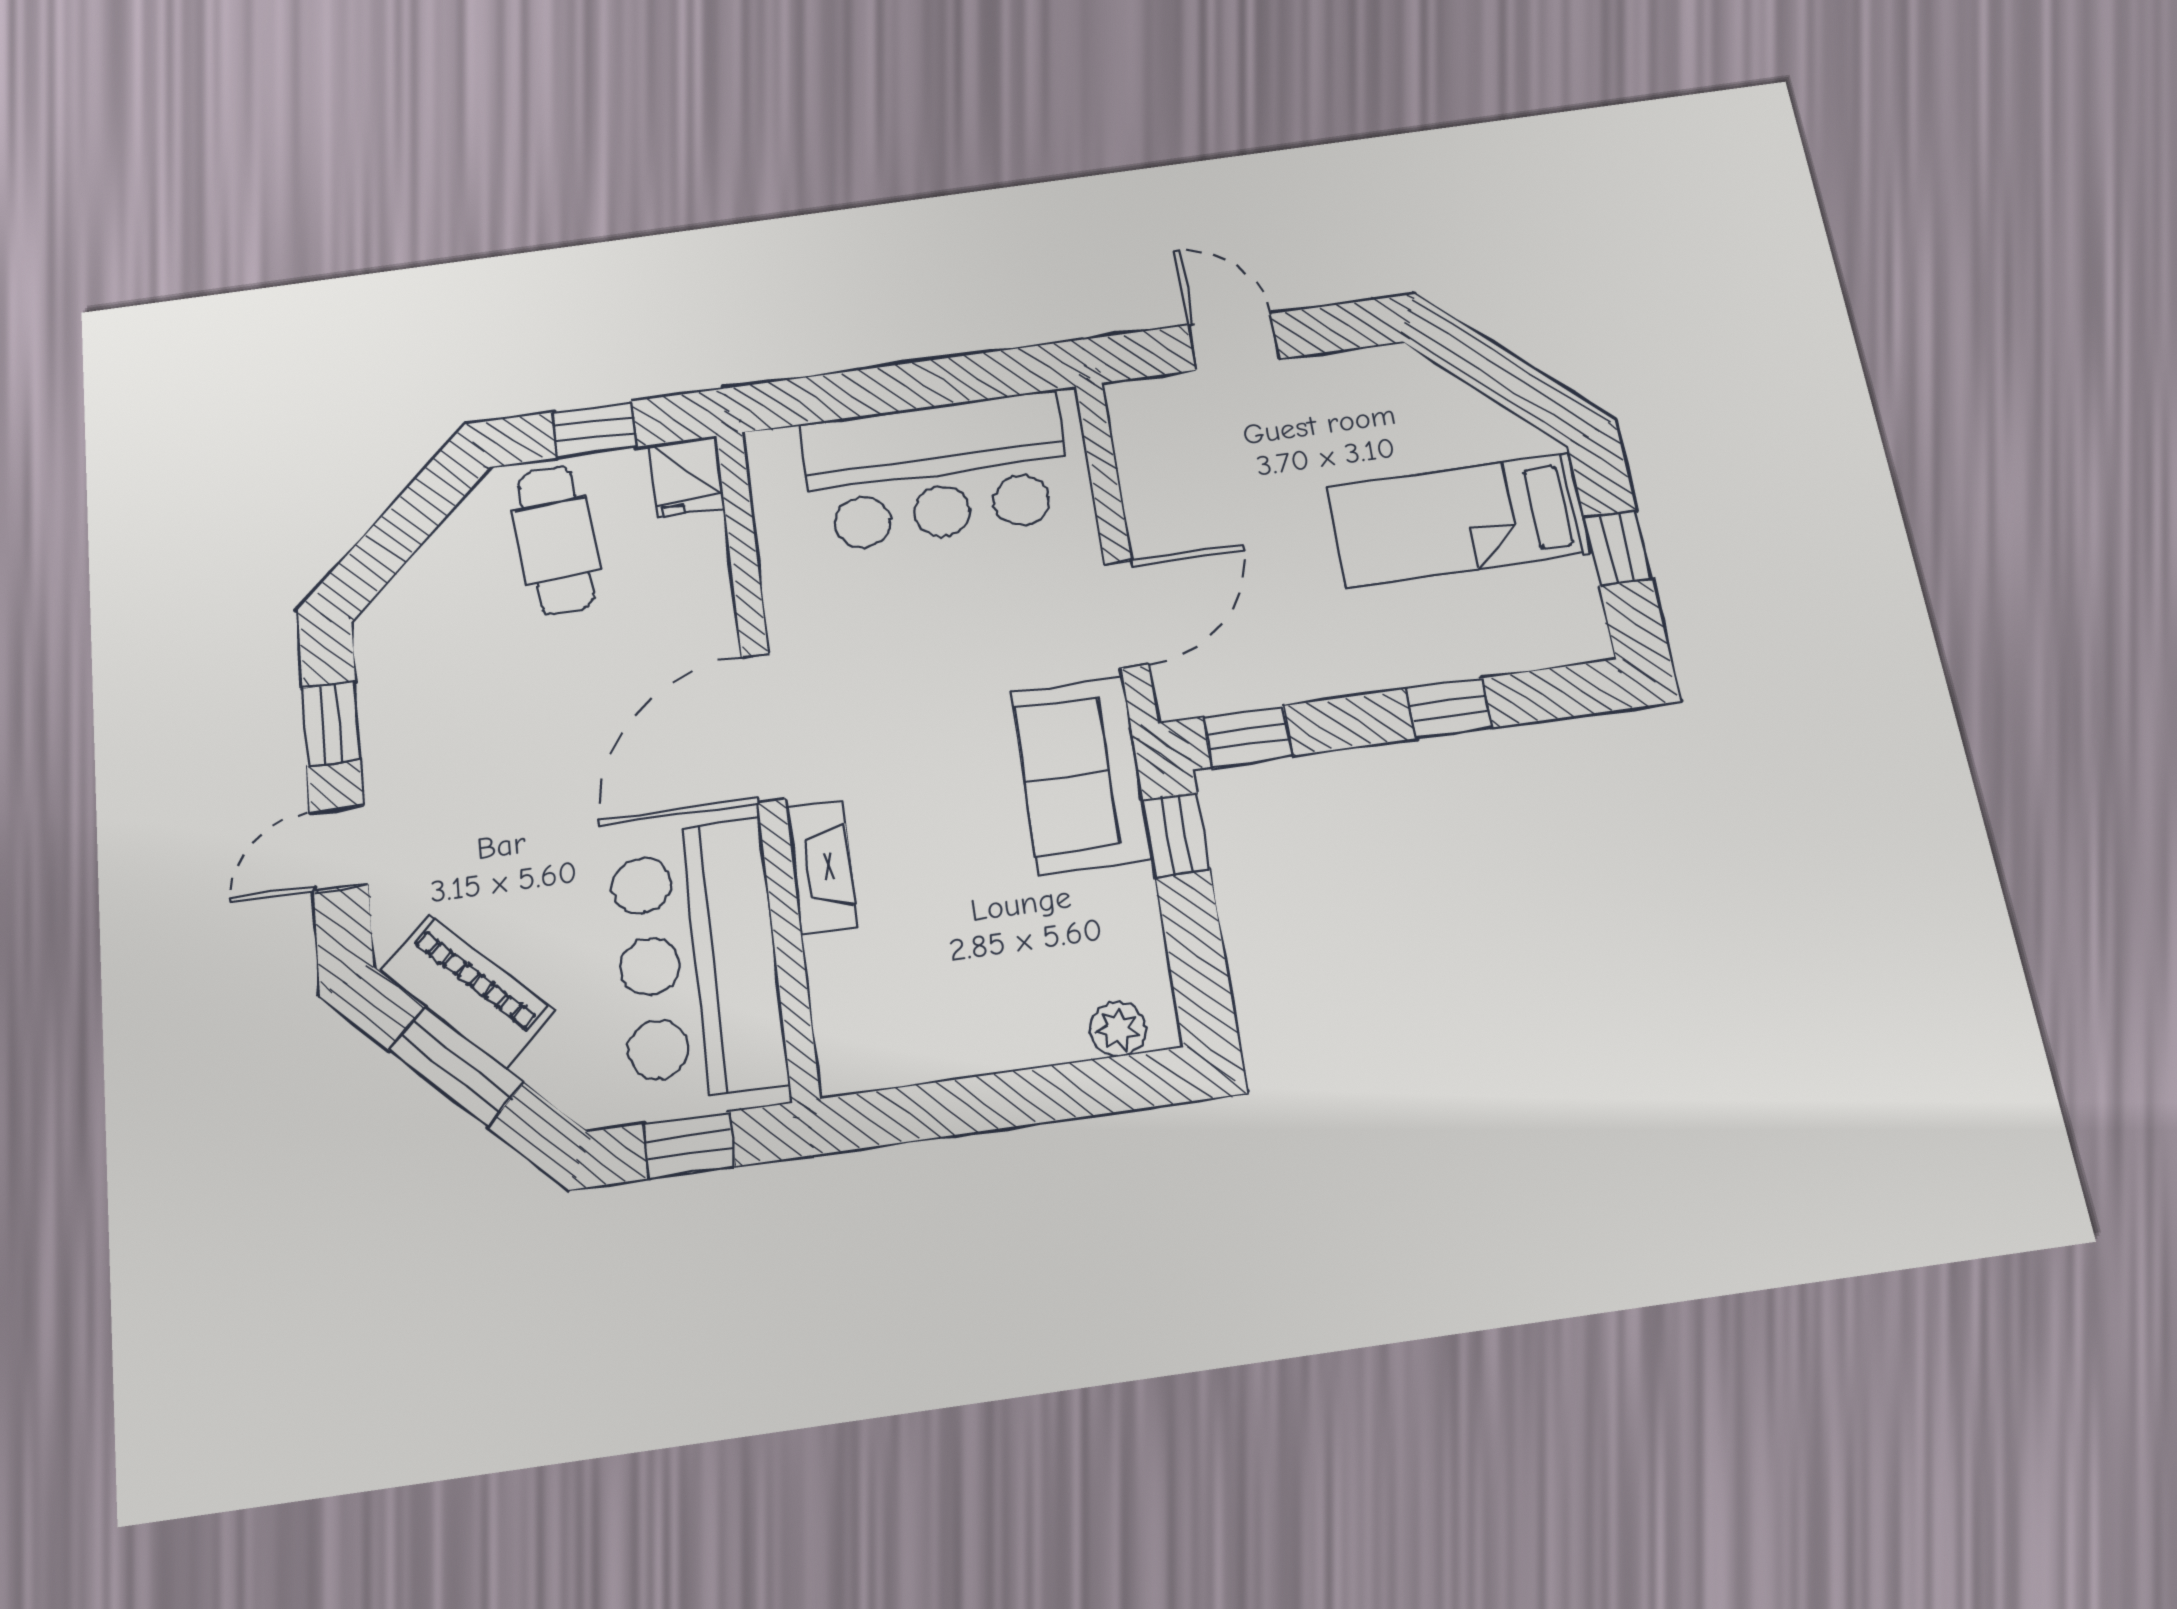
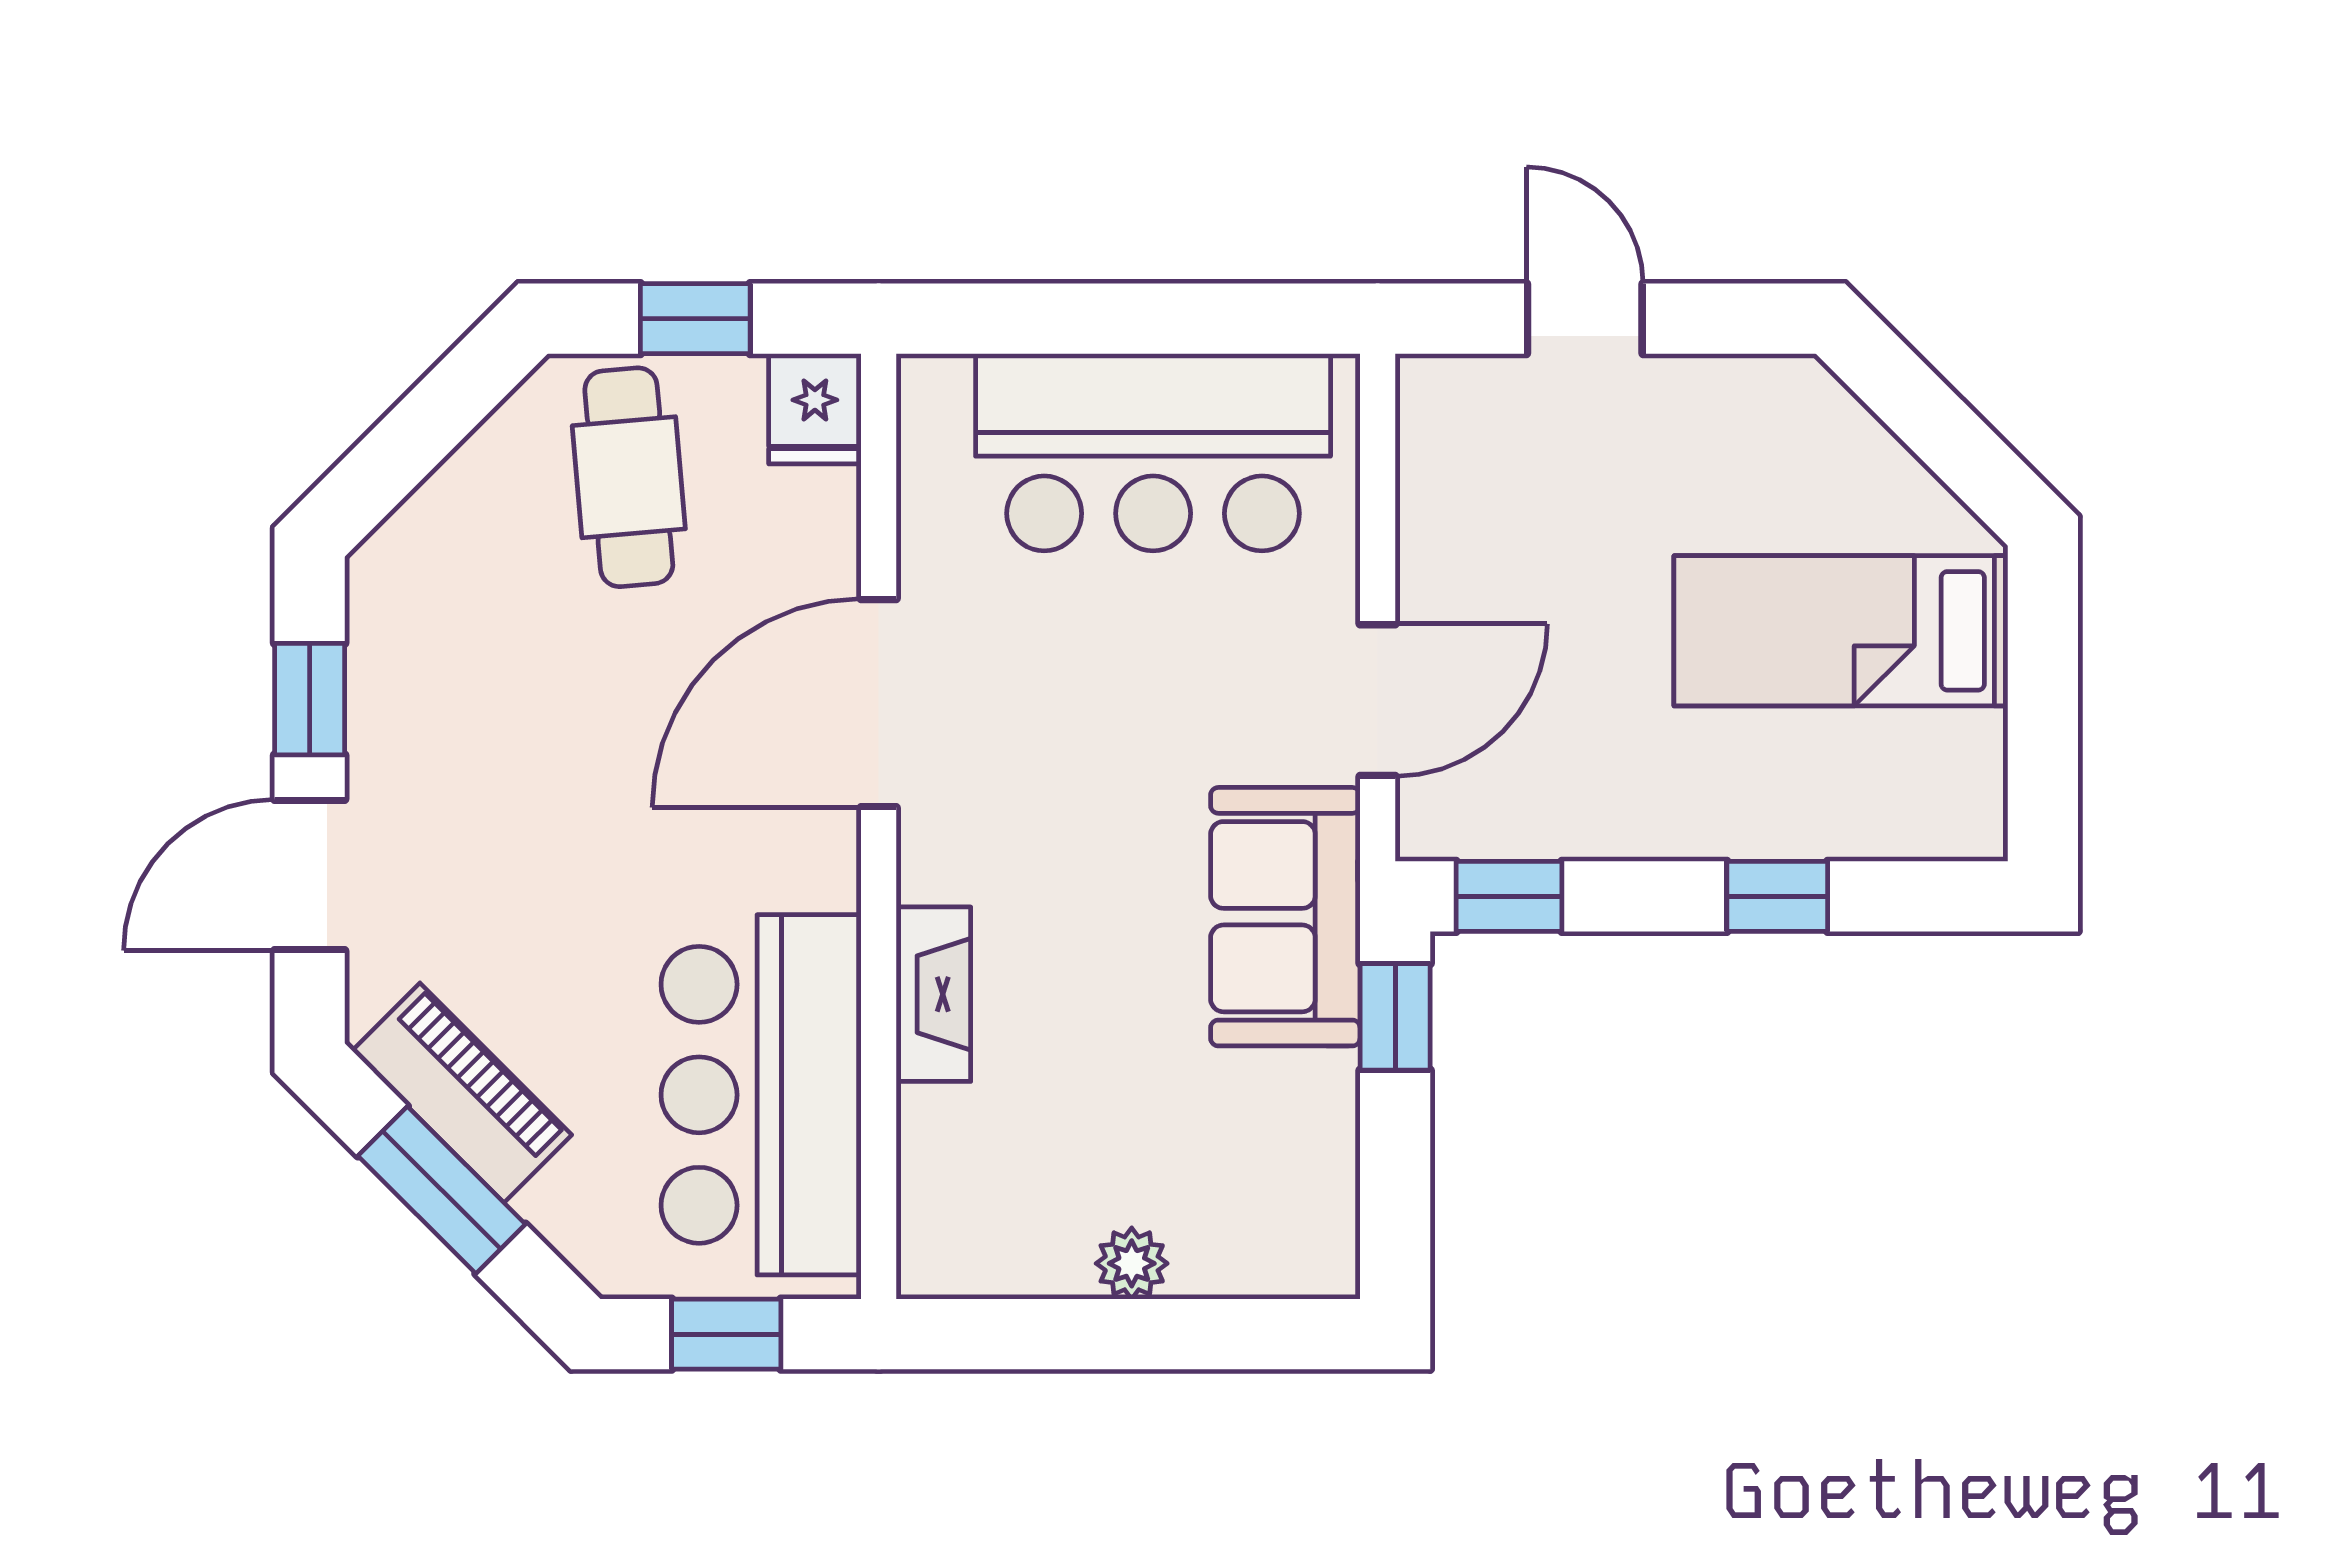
window: (1618, 548) -> (2043, 704), removed
door: (763, 728) -> (879, 703), moved
door: (339, 848) -> (310, 875), width x1.38
plant: (1118, 1029) -> (1132, 1263), moved

